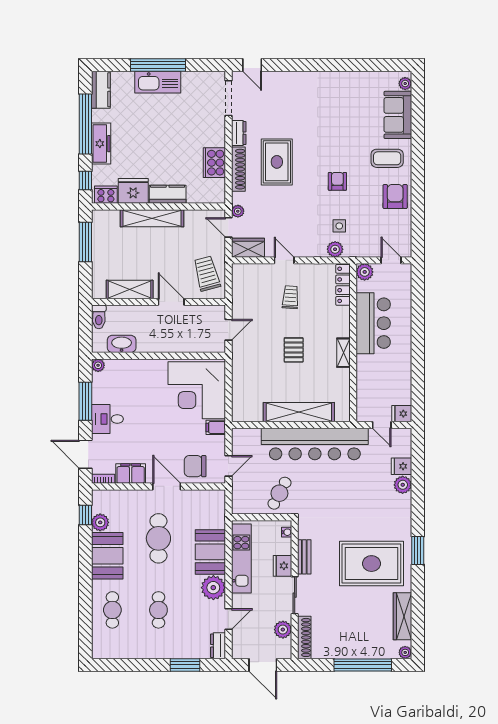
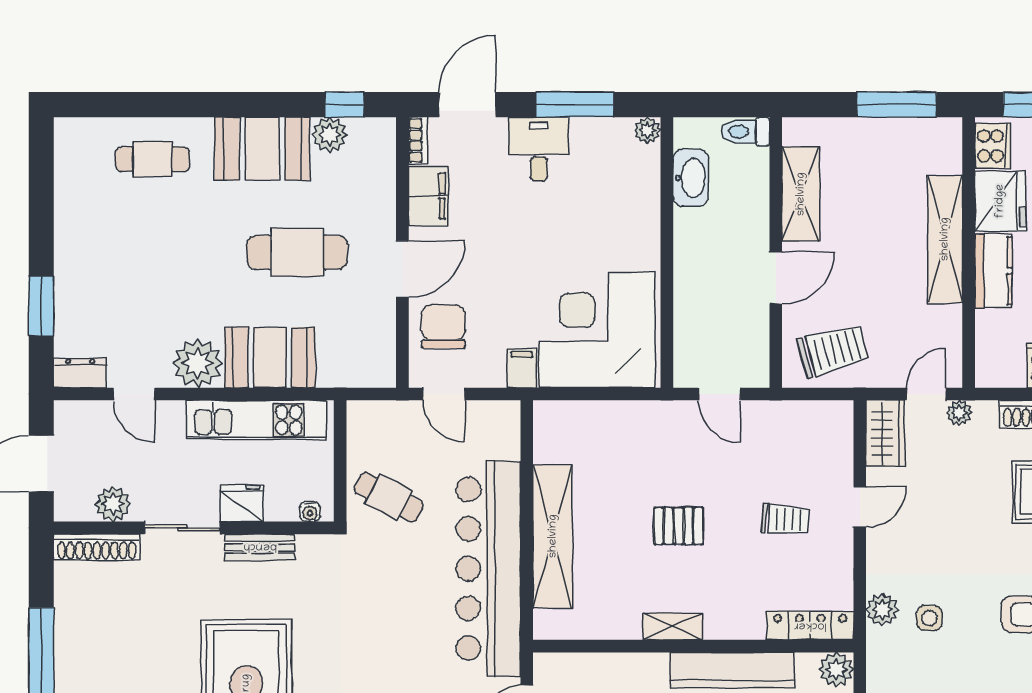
cafe table: (158, 610) -> (153, 252), removed

